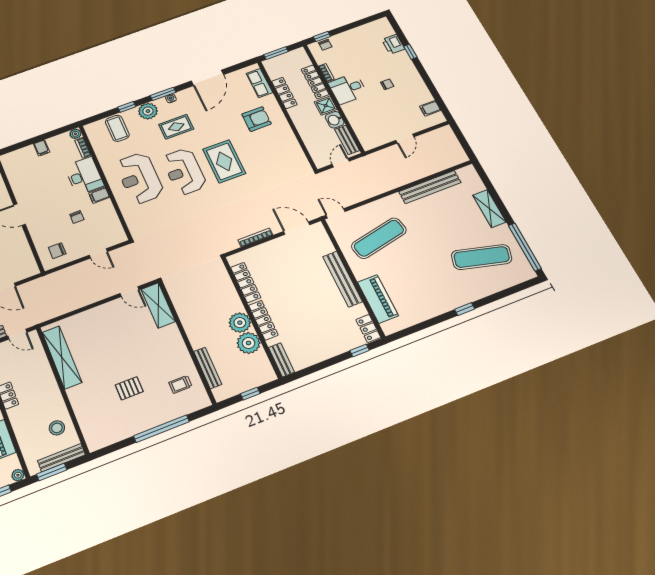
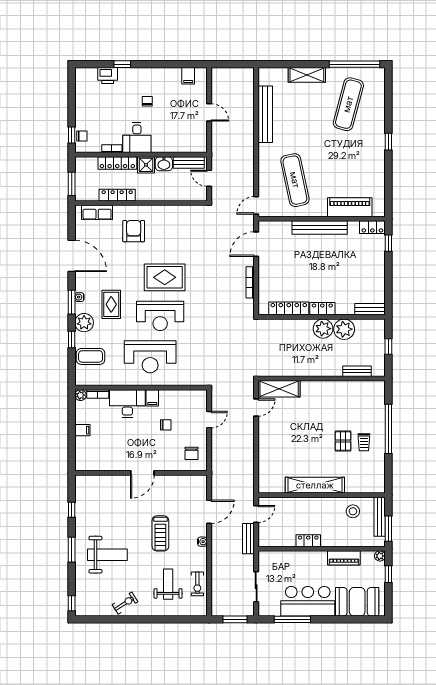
locker: (263, 320) -> (322, 309), width x0.66
shelving: (62, 357) -> (315, 485), moved
bench: (208, 368) -> (357, 371), width x0.73
trolley: (180, 384) -> (364, 442), moved

